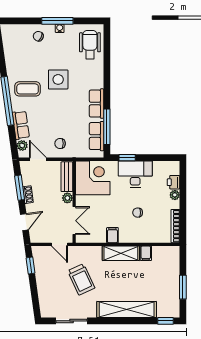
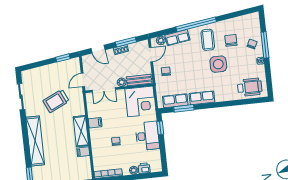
window: (57, 21) -> (265, 45), moved
chair: (31, 61) -> (231, 40), added
window: (107, 127) -> (184, 108), width x0.69

